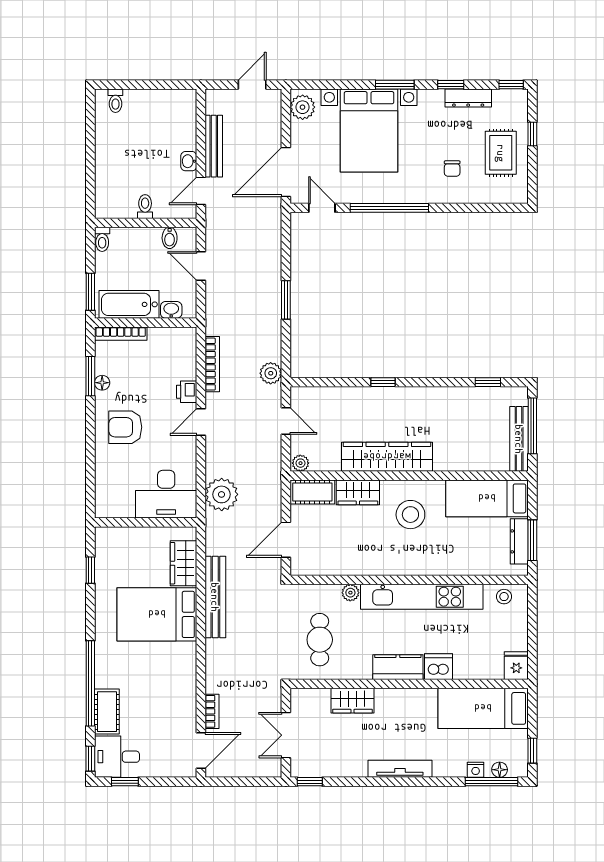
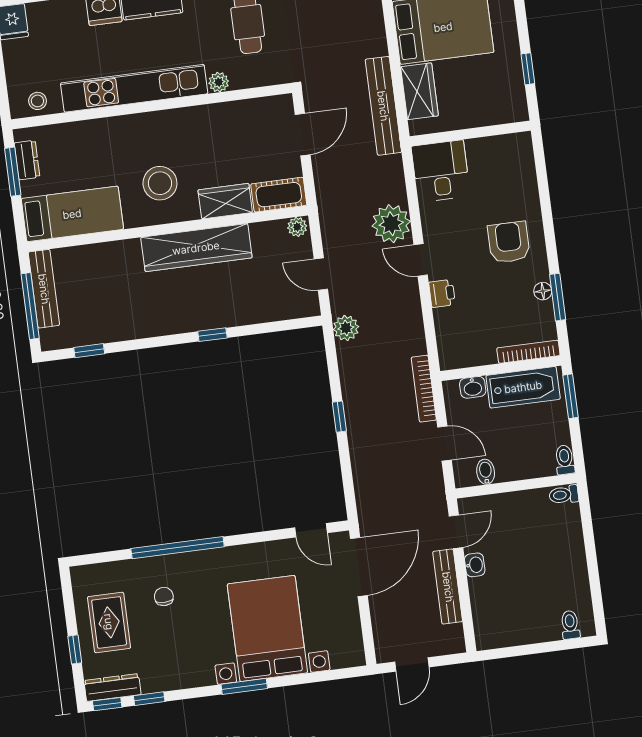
window: (451, 85) -> (149, 699), moved
dresser: (468, 98) -> (112, 687), moved
plant: (303, 107) -> (349, 646), removed
toilet: (145, 207) -> (564, 495), moved, turned 90
window: (389, 208) -> (178, 548), moved
window: (286, 300) -> (339, 417), width x0.67
bookcase: (212, 364) -> (424, 389), moved
door: (201, 422) -> (421, 260), swing flipped
armchair: (125, 427) -> (509, 242), turned -90
desk: (166, 494) -> (441, 171), width x0.73
plant: (222, 494) -> (391, 224), moved
dresser: (519, 541) -> (27, 160), width x0.70
bench: (215, 597) -> (383, 106), moved

